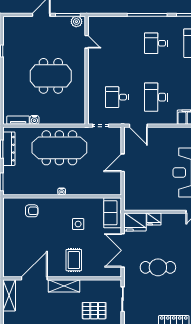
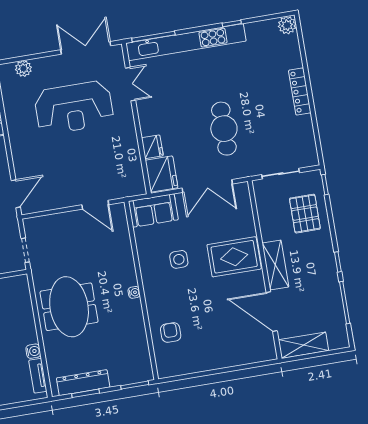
meeting table: (59, 148) -> (69, 307), width x0.73
door: (123, 163) -> (95, 205), moved
rug: (74, 260) -> (234, 257), width x1.36, depth x1.43

